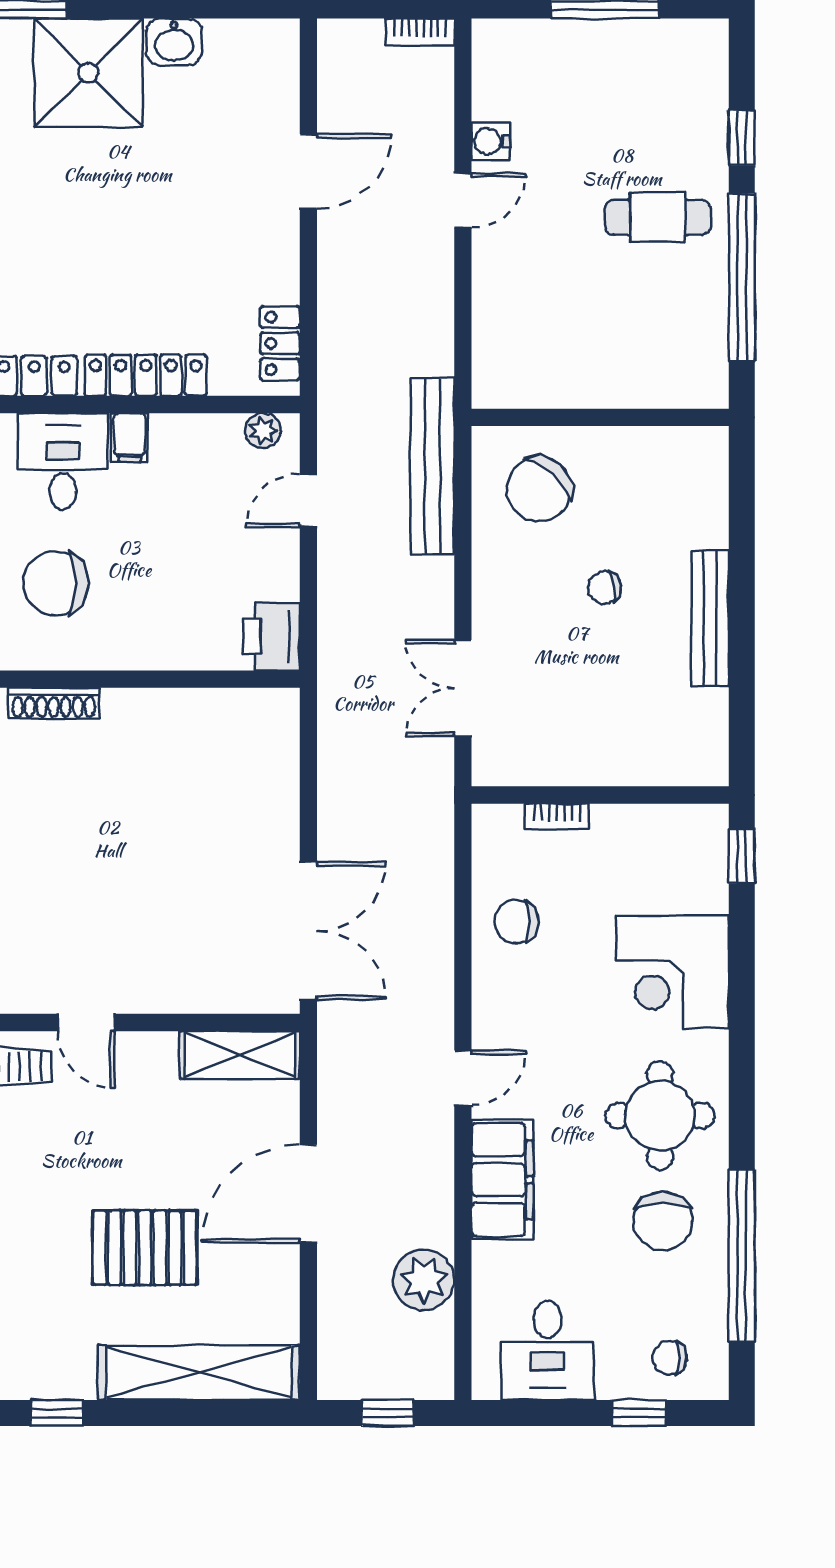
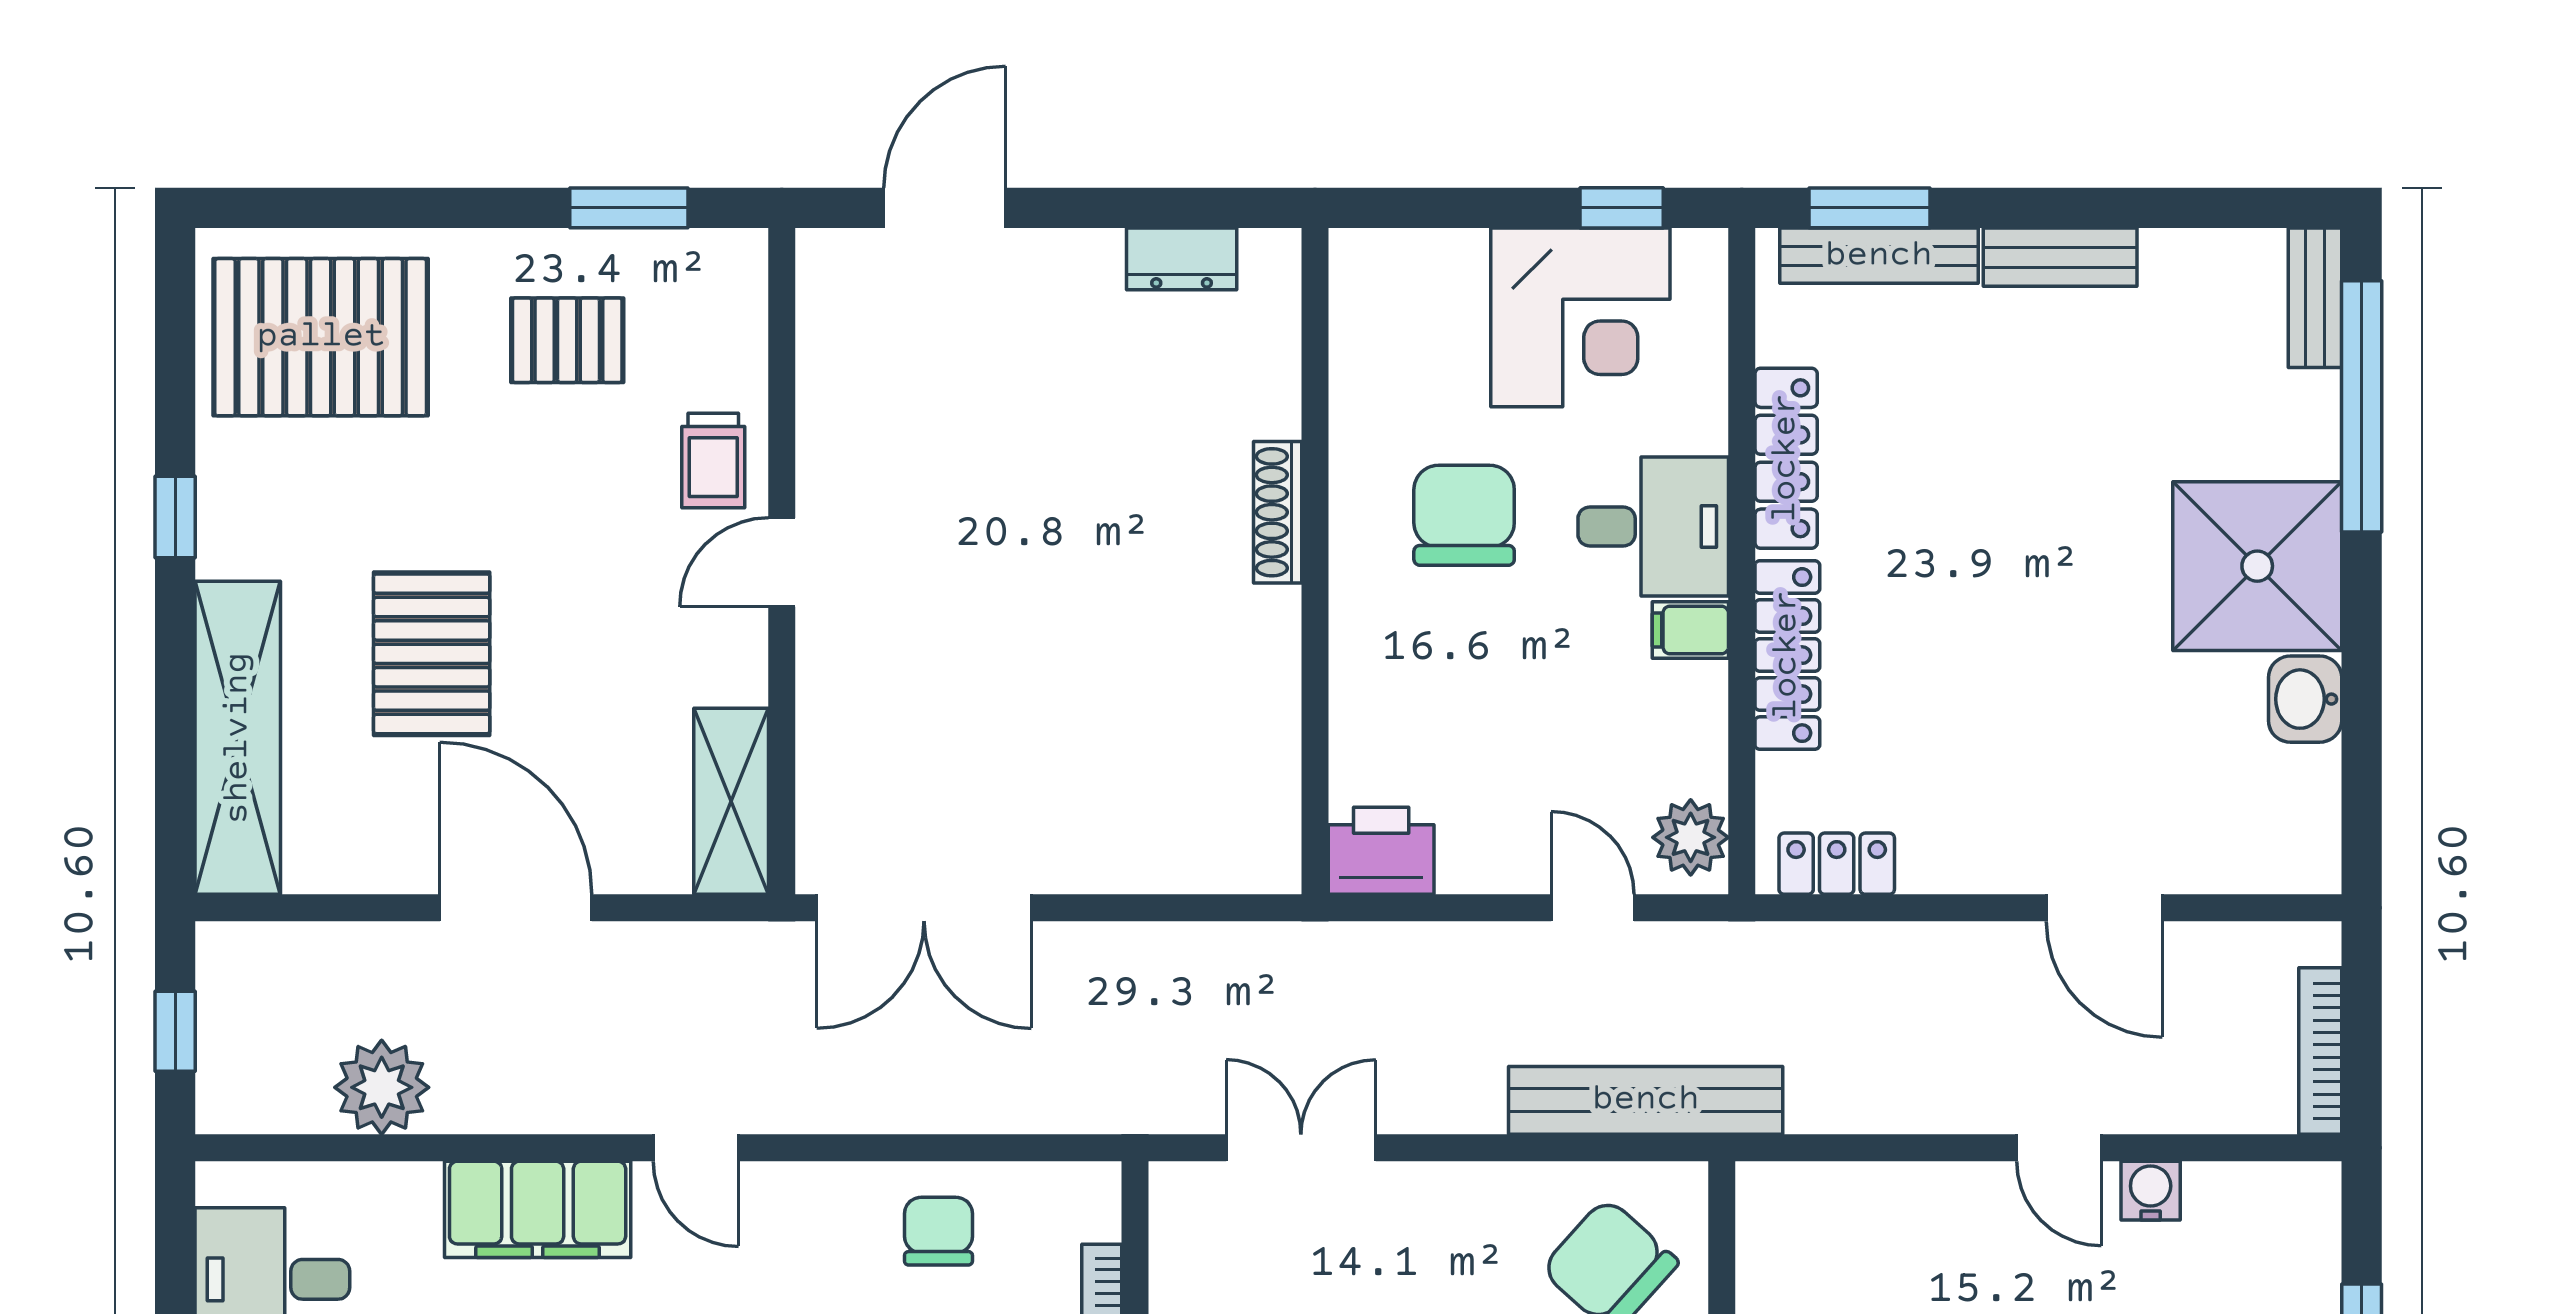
bookcase: (420, 32) -> (2320, 1051), width x1.56
plant: (263, 431) -> (1691, 837), width x1.38, depth x1.38

